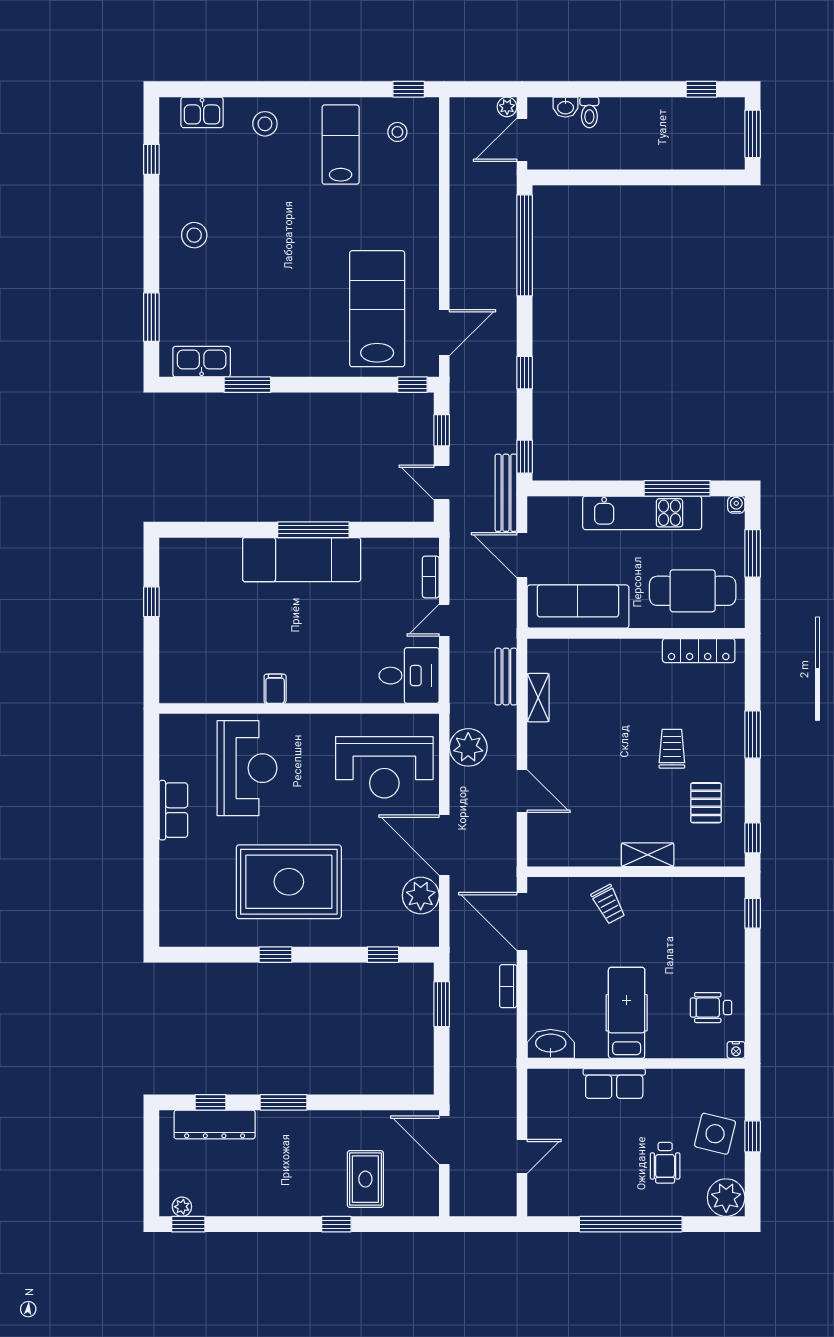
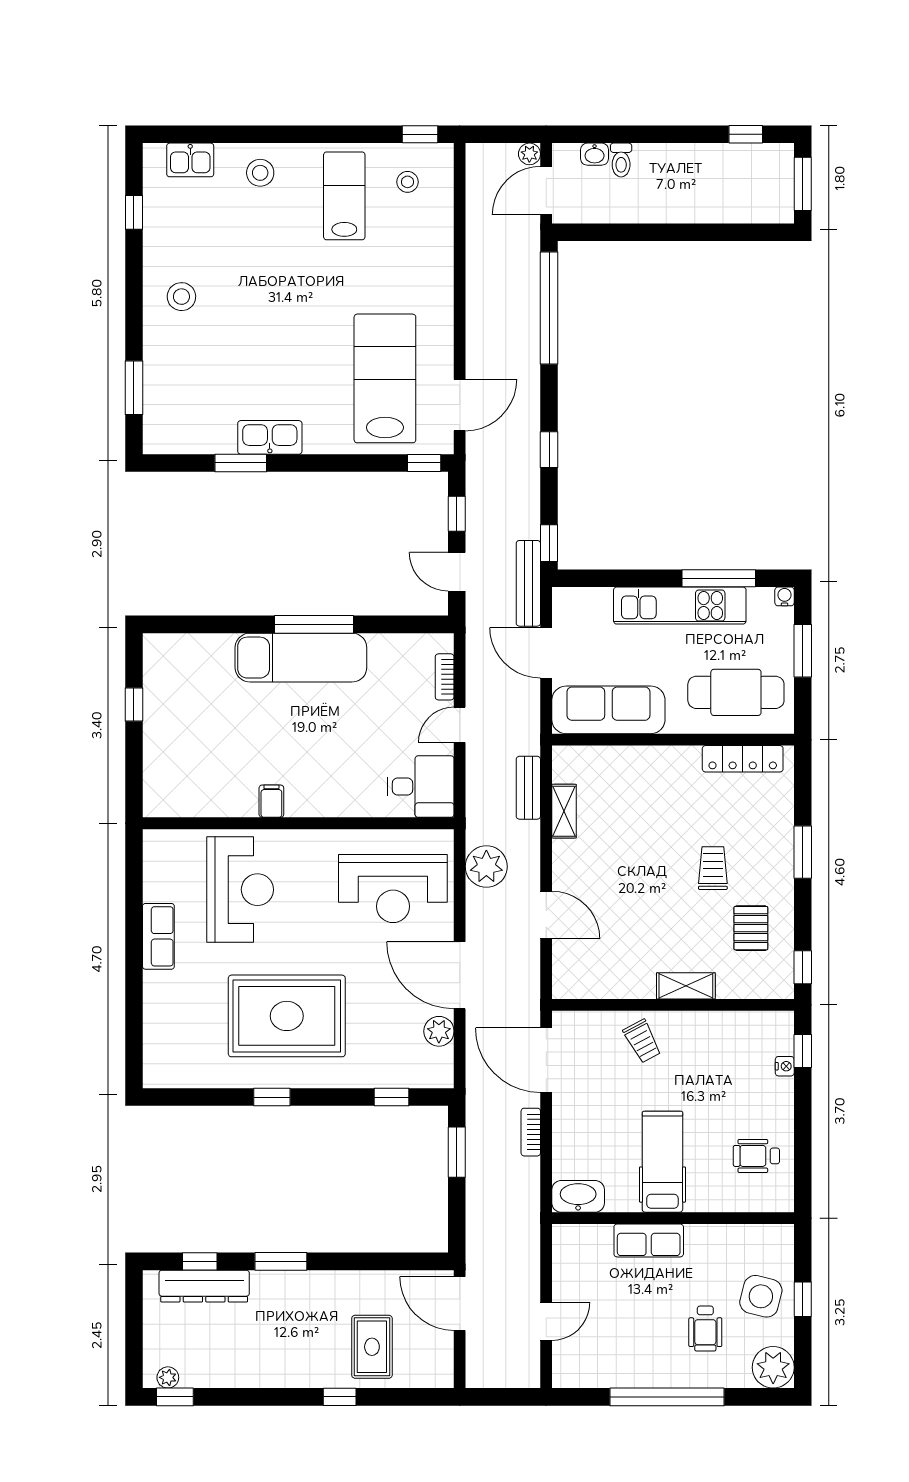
kitchen sink: (202, 362) -> (270, 437), moved
plant: (421, 895) -> (439, 1031), width x0.73, depth x0.73
nightstand: (736, 1050) -> (785, 1066), moved, turned -90

